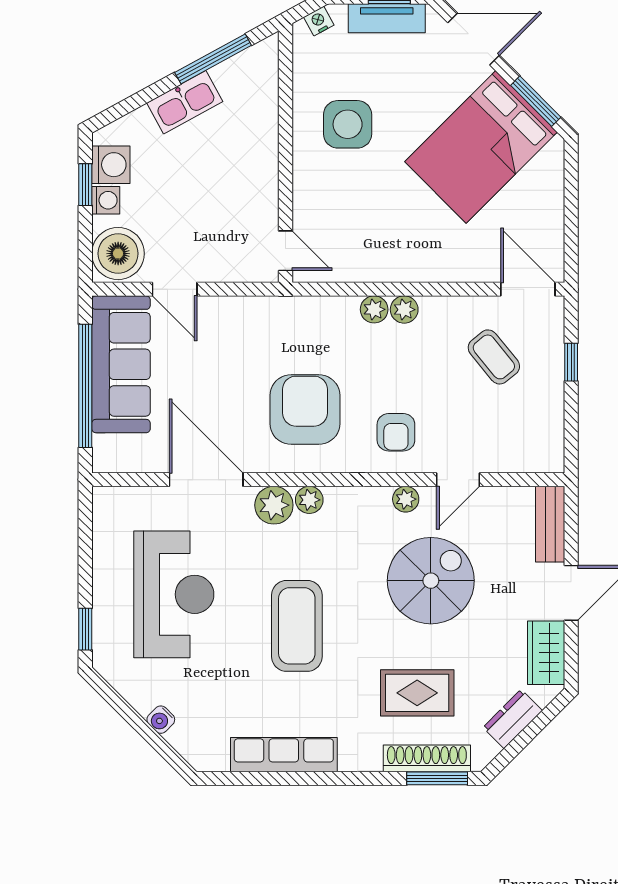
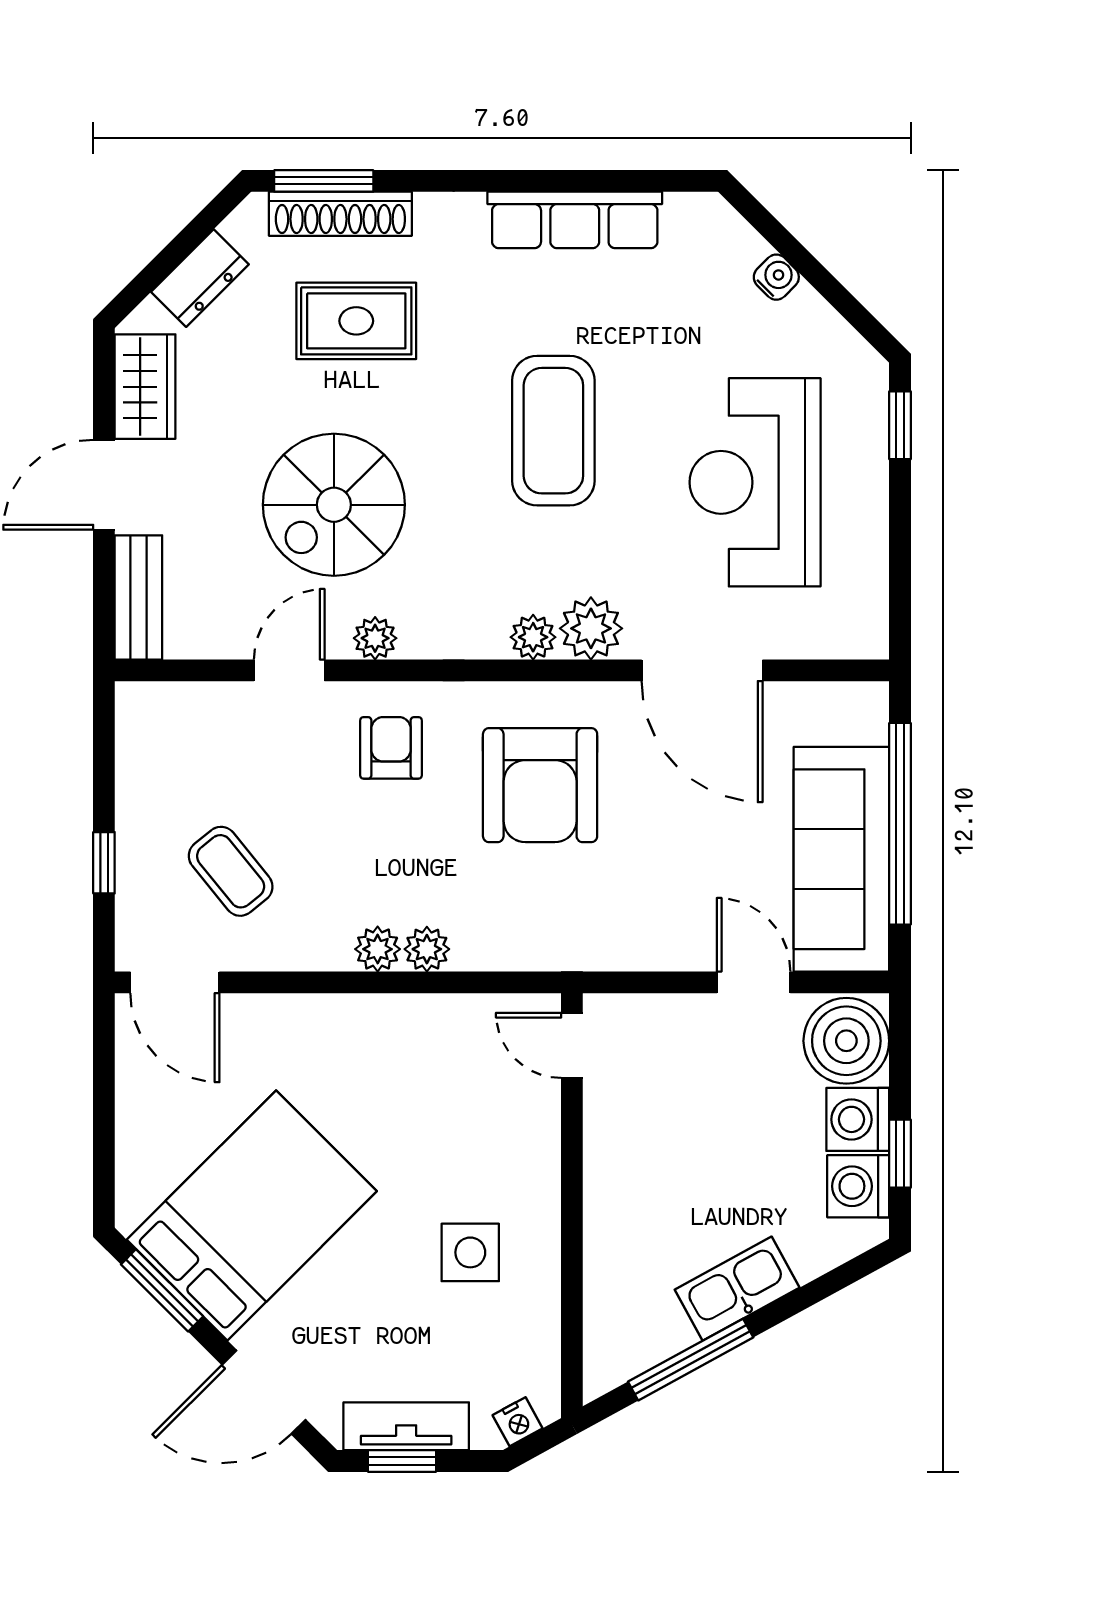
side table: (348, 124) -> (470, 1252), width x0.73, depth x0.73
washing machine: (106, 200) -> (858, 1119), width x1.38, depth x1.38

